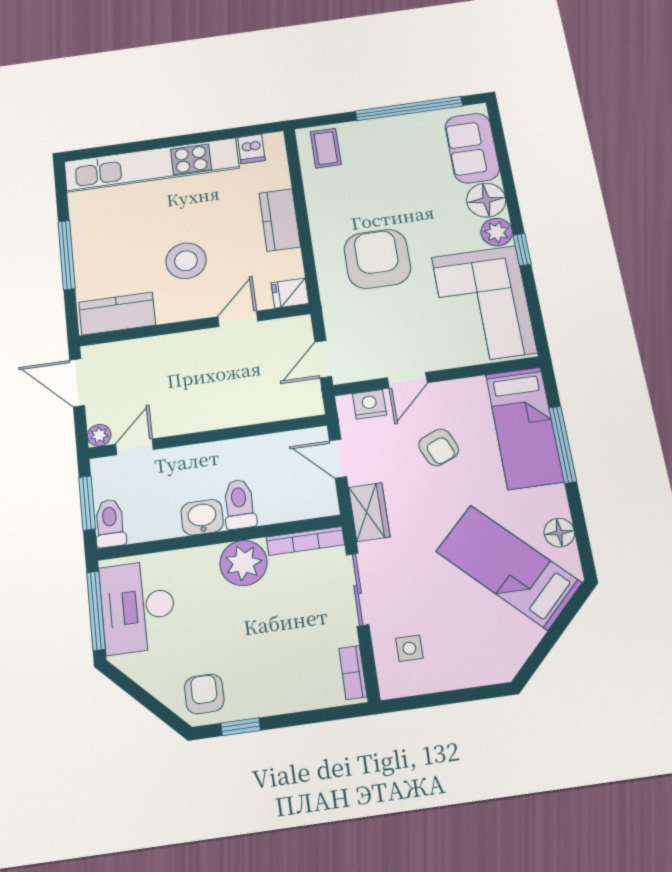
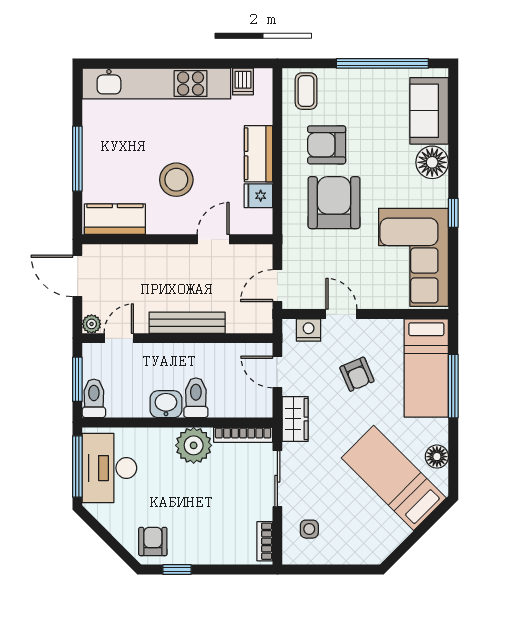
armchair: (359, 199) -> (327, 145), added
plant: (497, 232) -> (435, 193), removed
fridge: (290, 293) -> (258, 196), moved
door: (407, 380) -> (341, 314), swing flipped
bench: (218, 417) -> (187, 323), added

